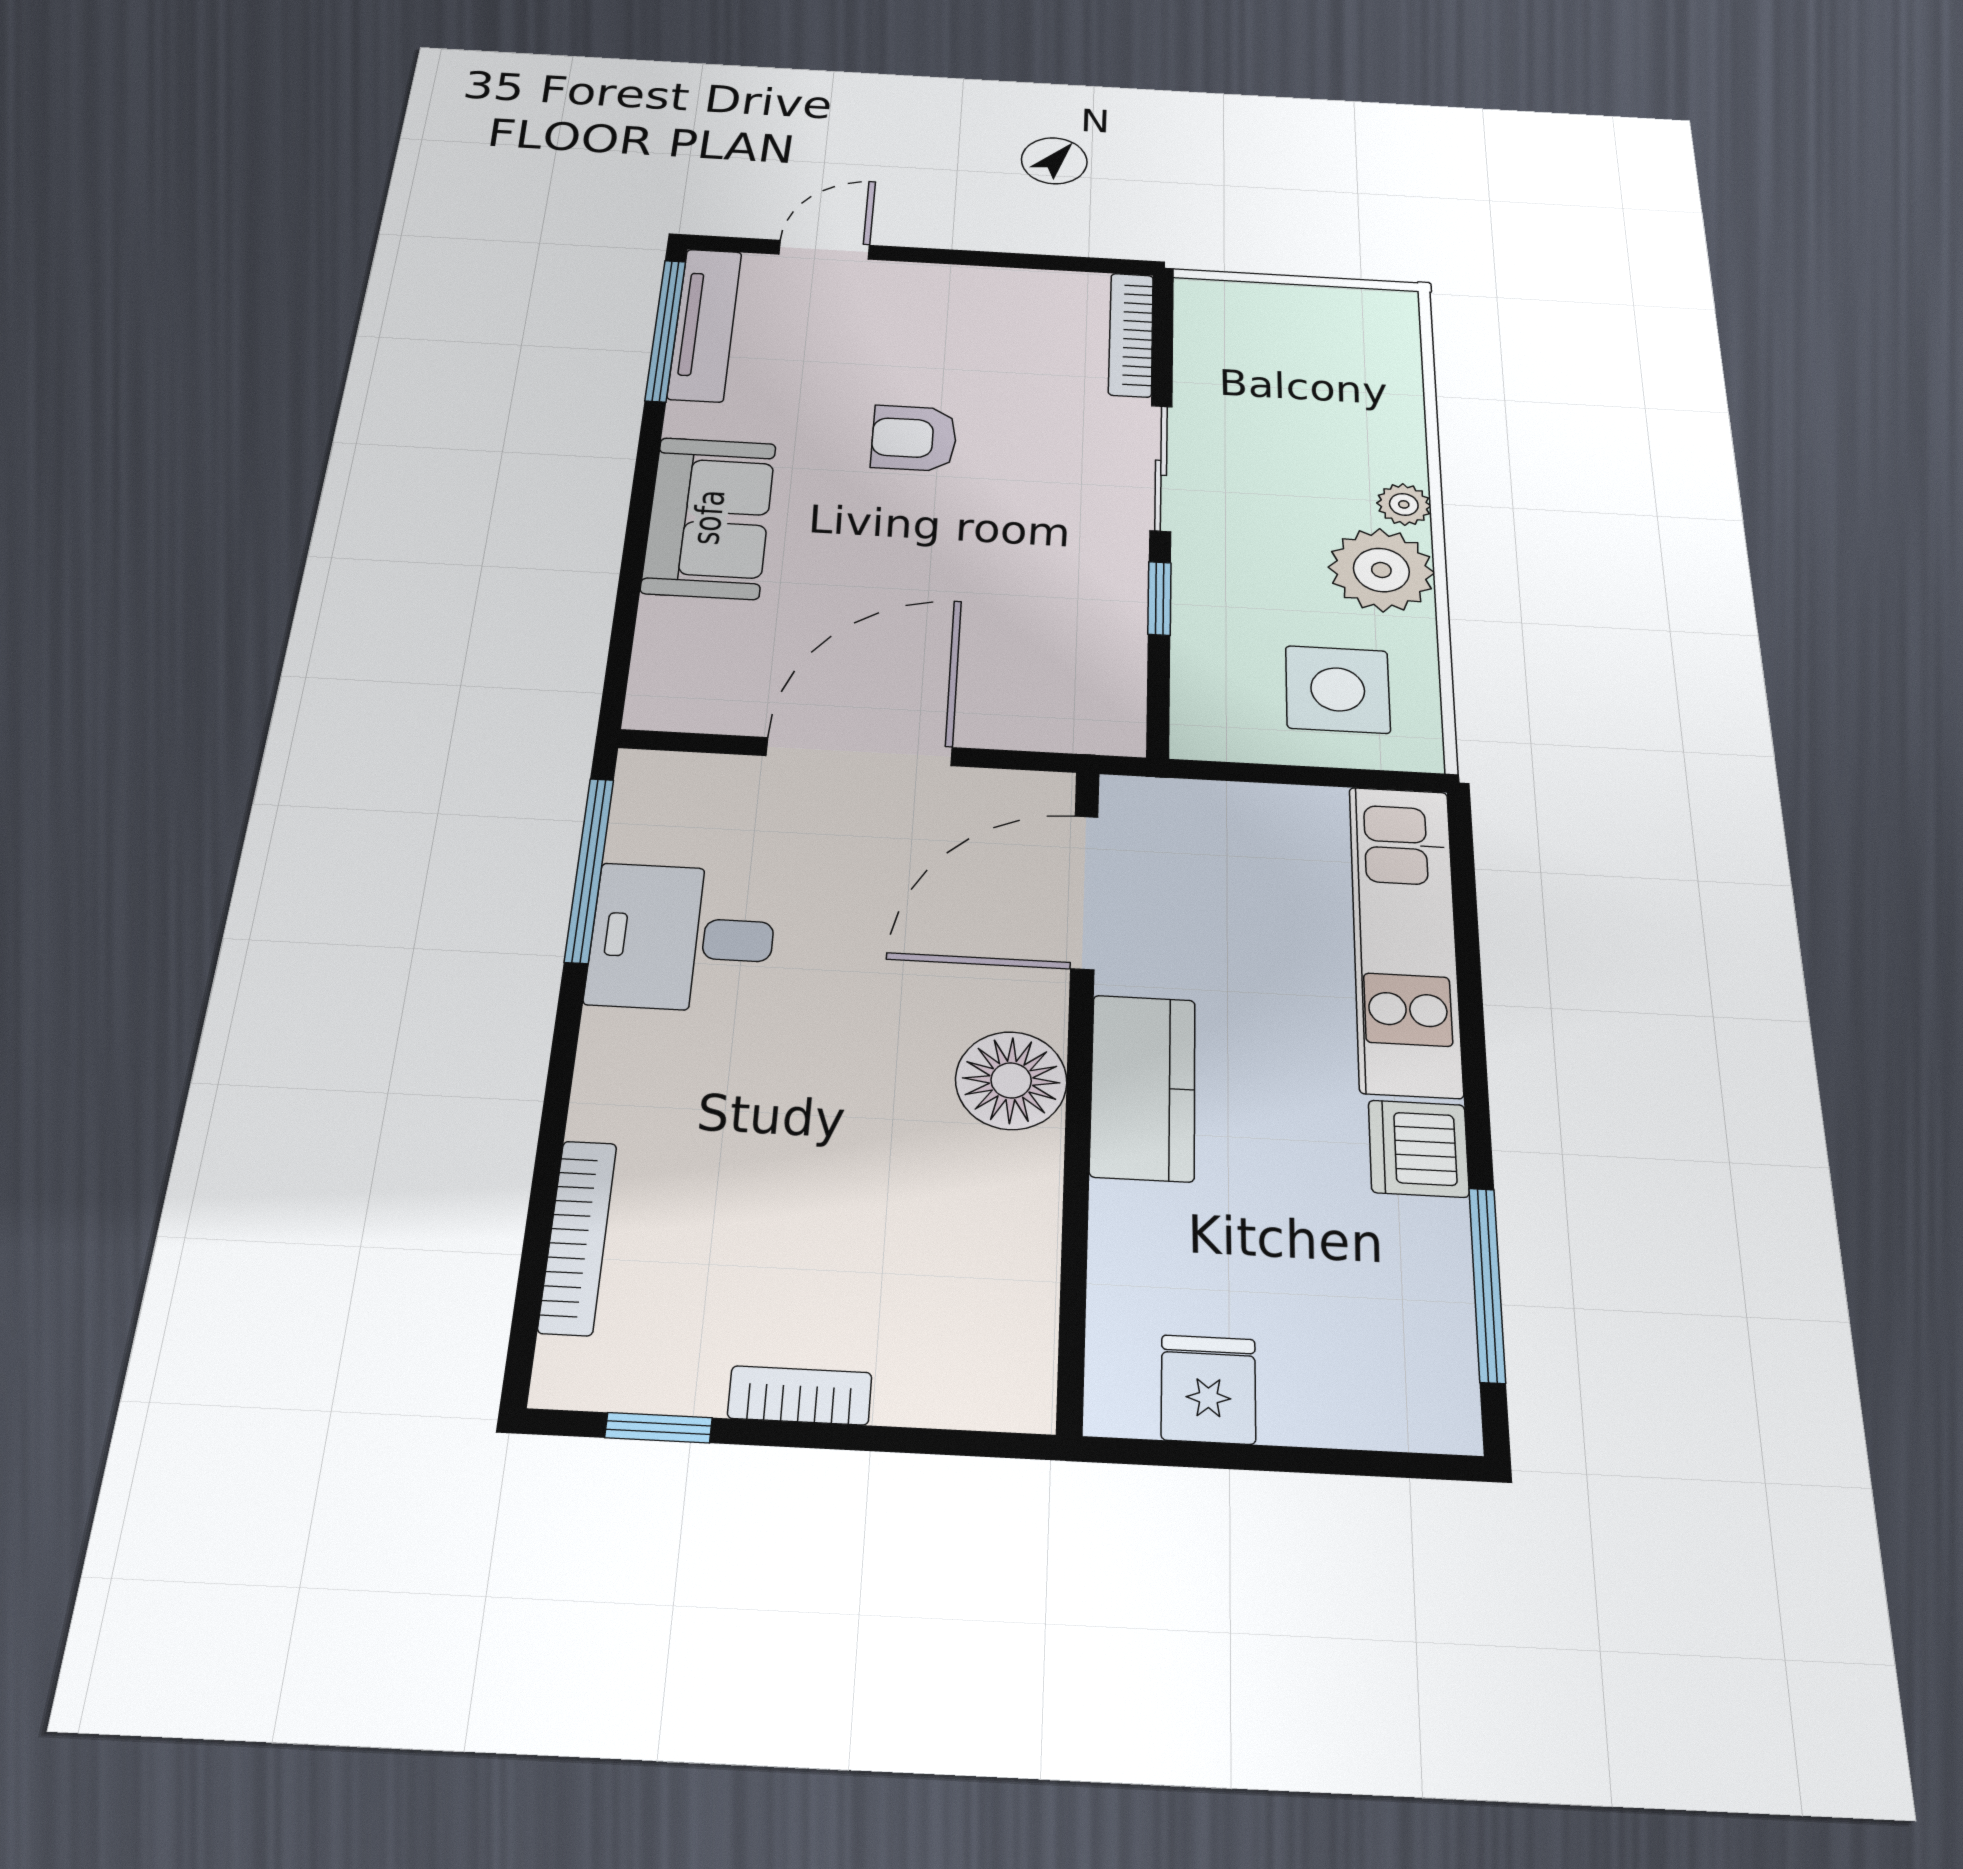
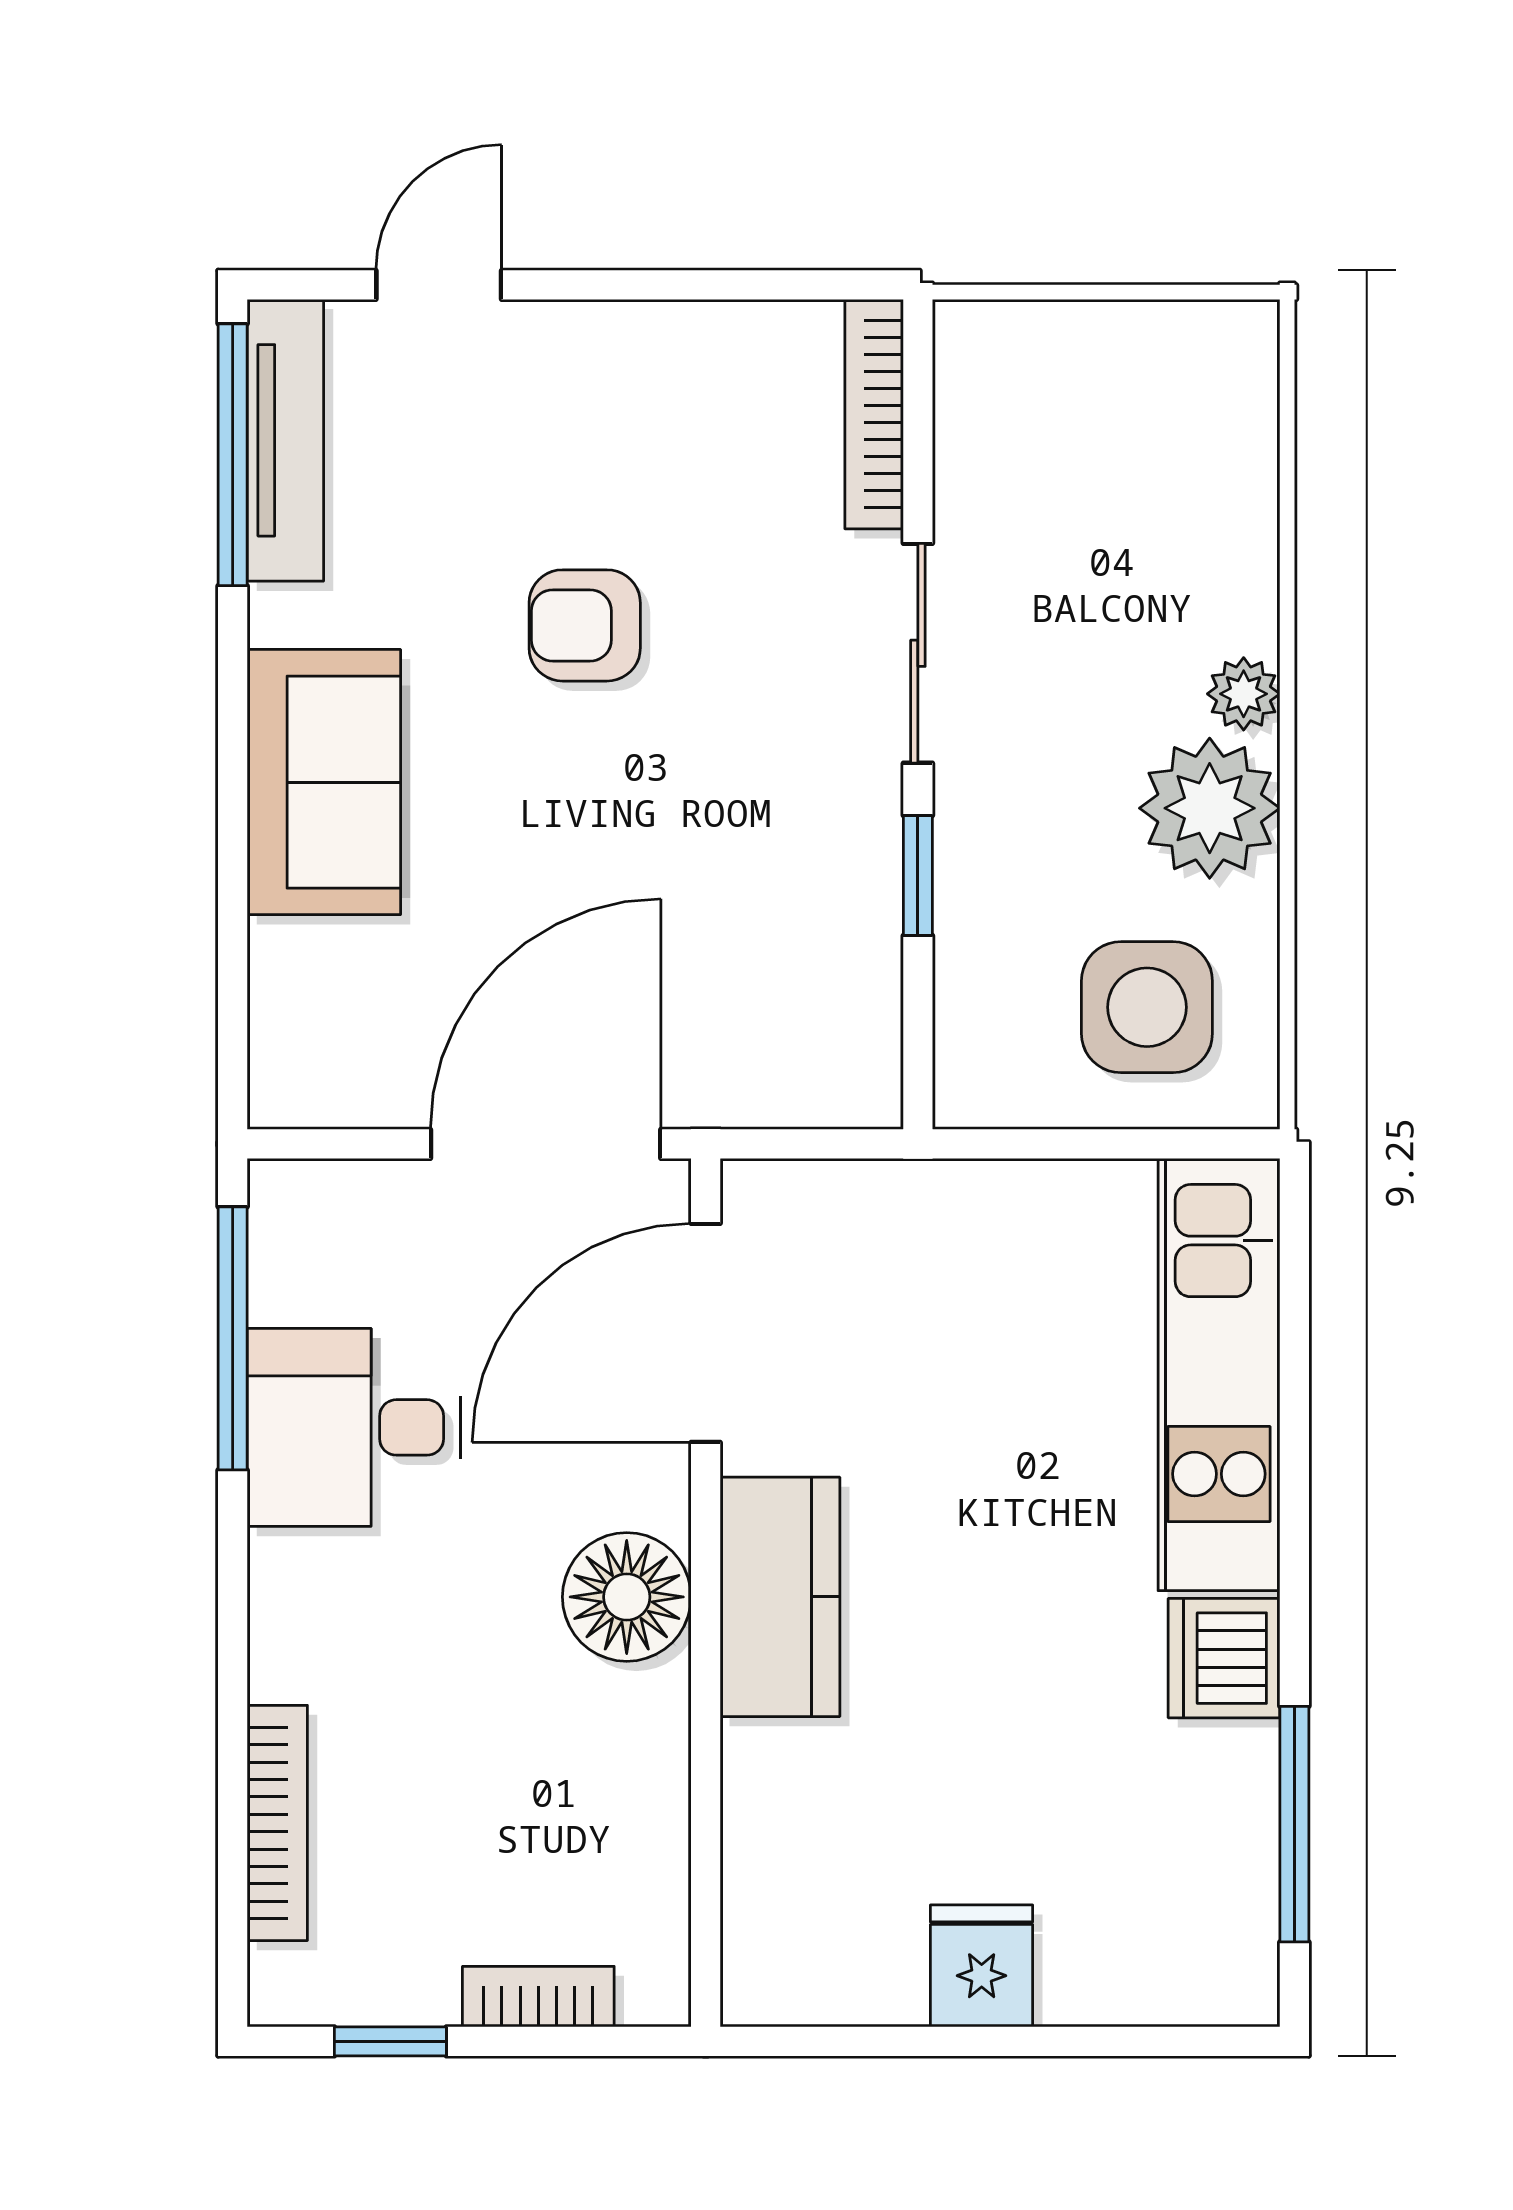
door: (1084, 892) -> (706, 1333), moved
floor lamp: (1011, 1080) -> (627, 1597), moved
wall: (1079, 1081) -> (706, 1593), moved
kitchen counter: (1143, 1087) -> (780, 1597), moved

